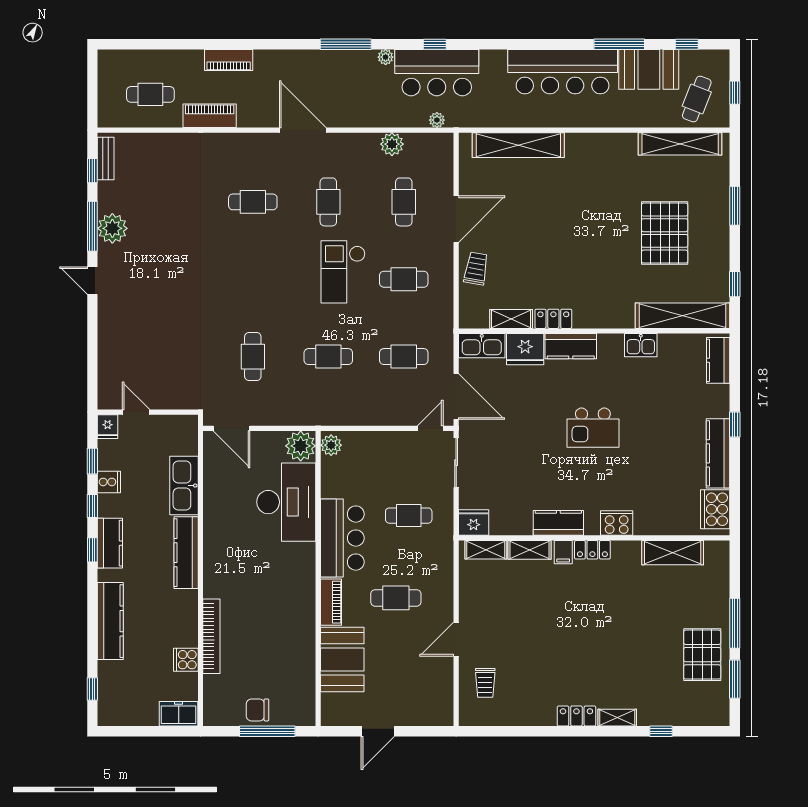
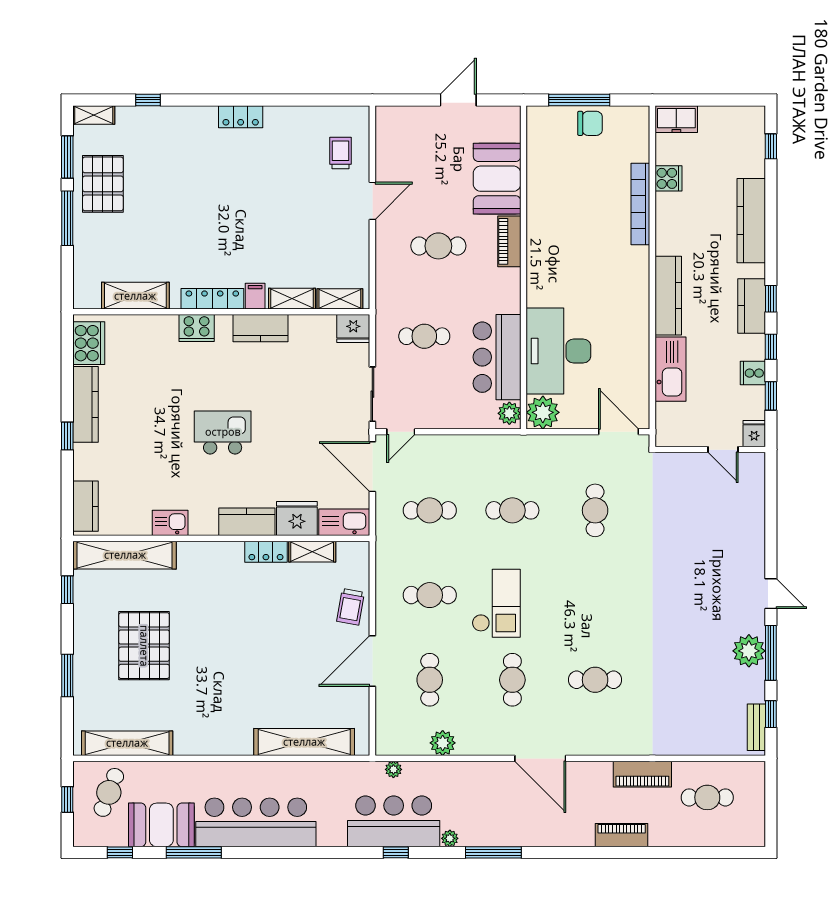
bar counter: (342, 538) -> (497, 357), moved
locker: (592, 550) -> (212, 299), width x1.53
shelving: (617, 718) -> (94, 115), moved

